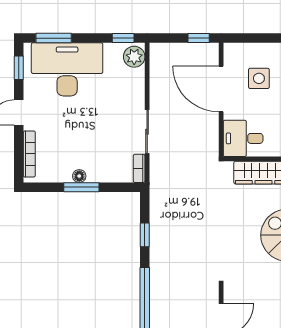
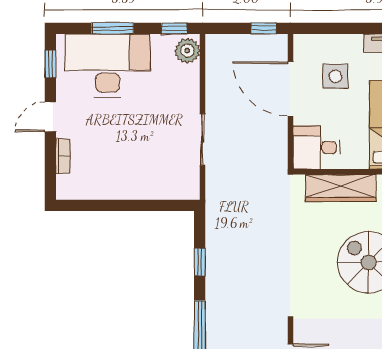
window: (54, 38) -> (113, 28), moved
bookcase: (29, 154) -> (63, 156), width x0.64
bookcase: (139, 168) -> (193, 183), removed
floor lamp: (79, 176) -> (122, 192), removed
window: (81, 187) -> (125, 205), removed

